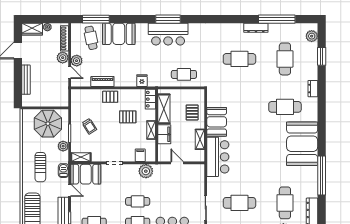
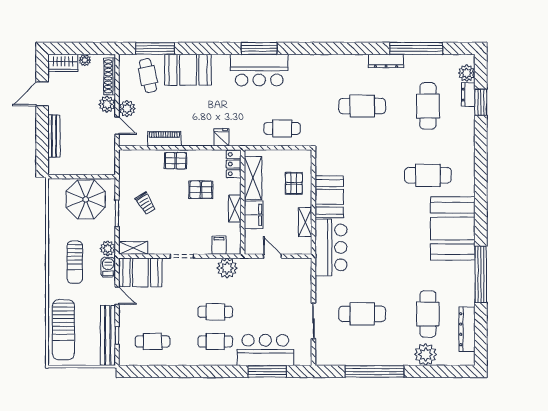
dresser: (313, 89) -> (468, 95), moved
plant: (63, 146) -> (108, 248), moved

